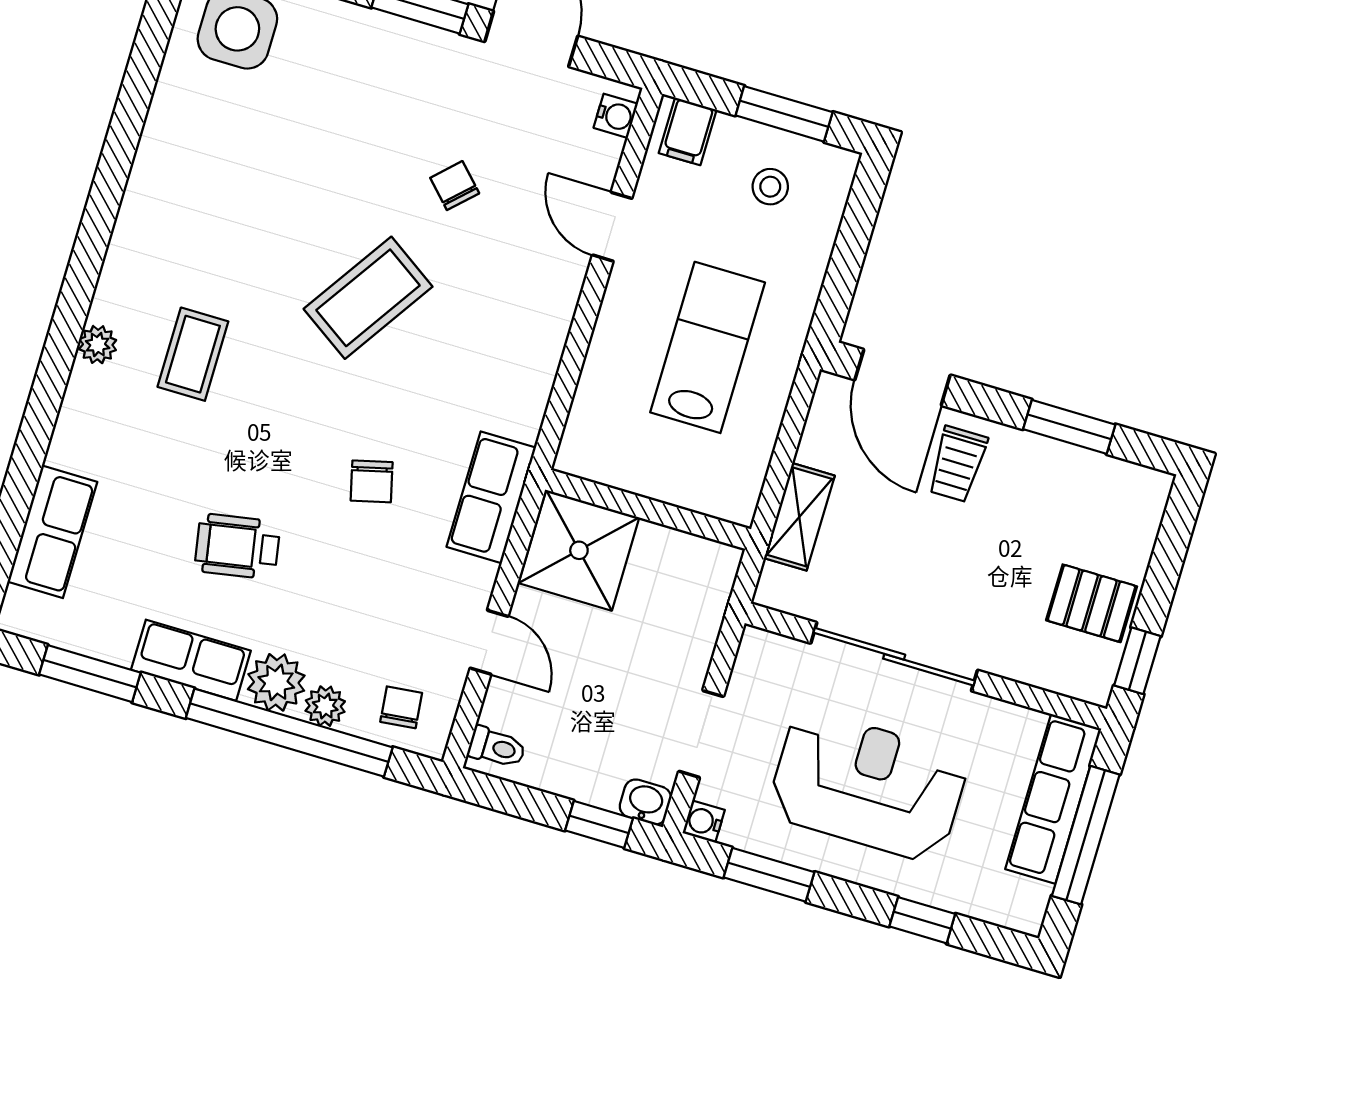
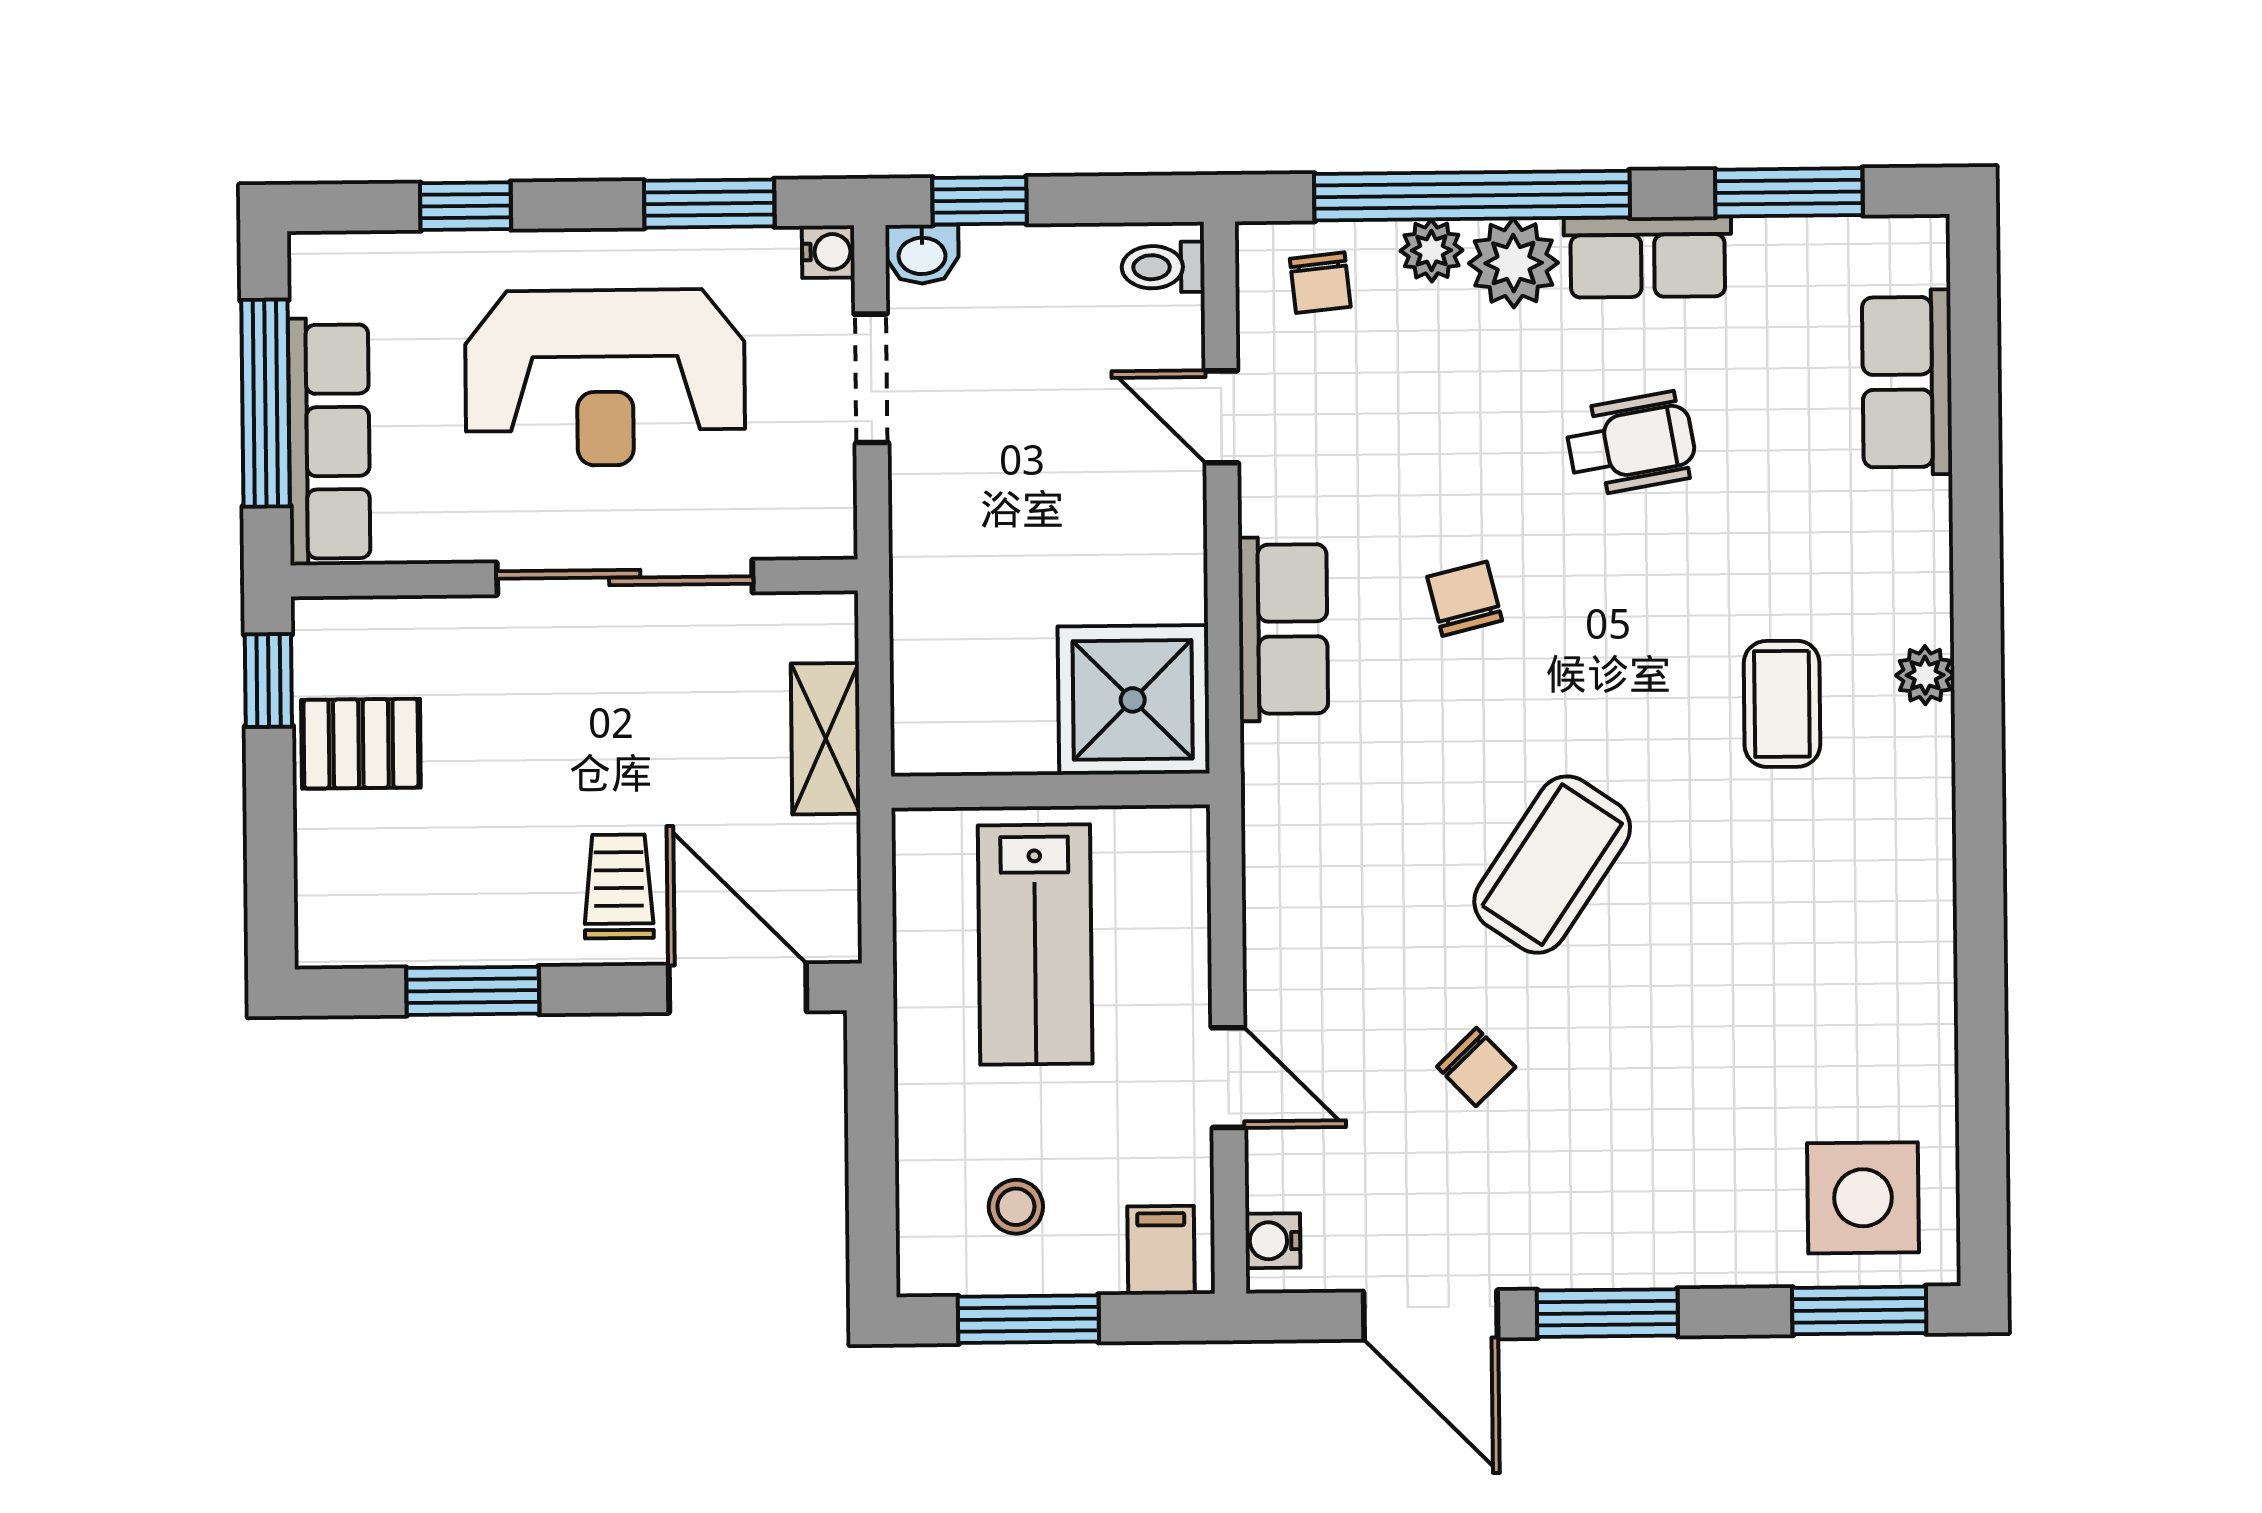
wall: (648, 509) -> (1050, 791), moved
shower: (579, 550) -> (1133, 700), moved

